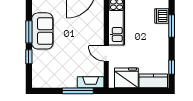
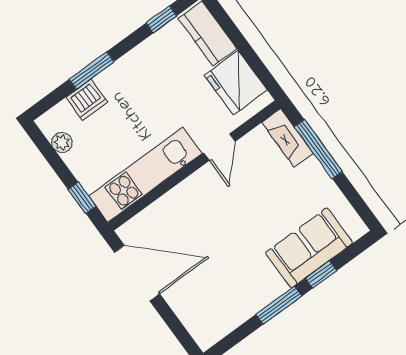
sofa: (42, 31) -> (309, 248), moved

